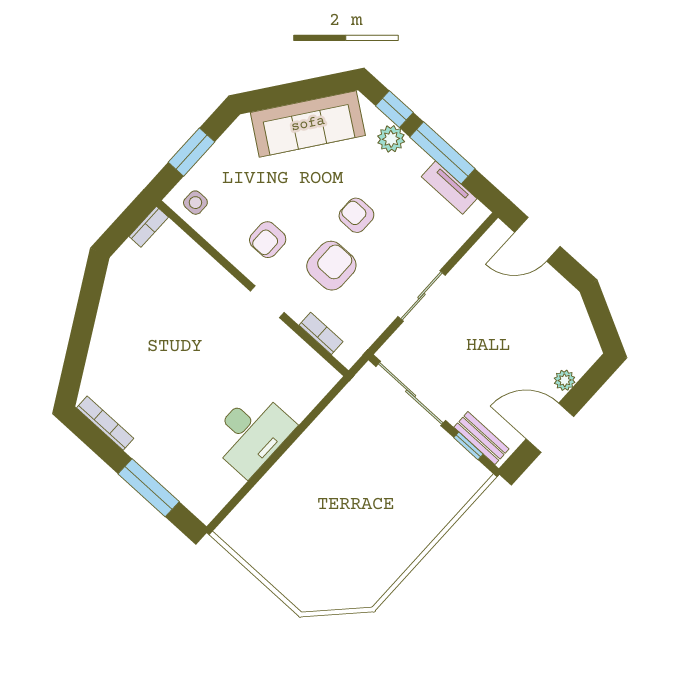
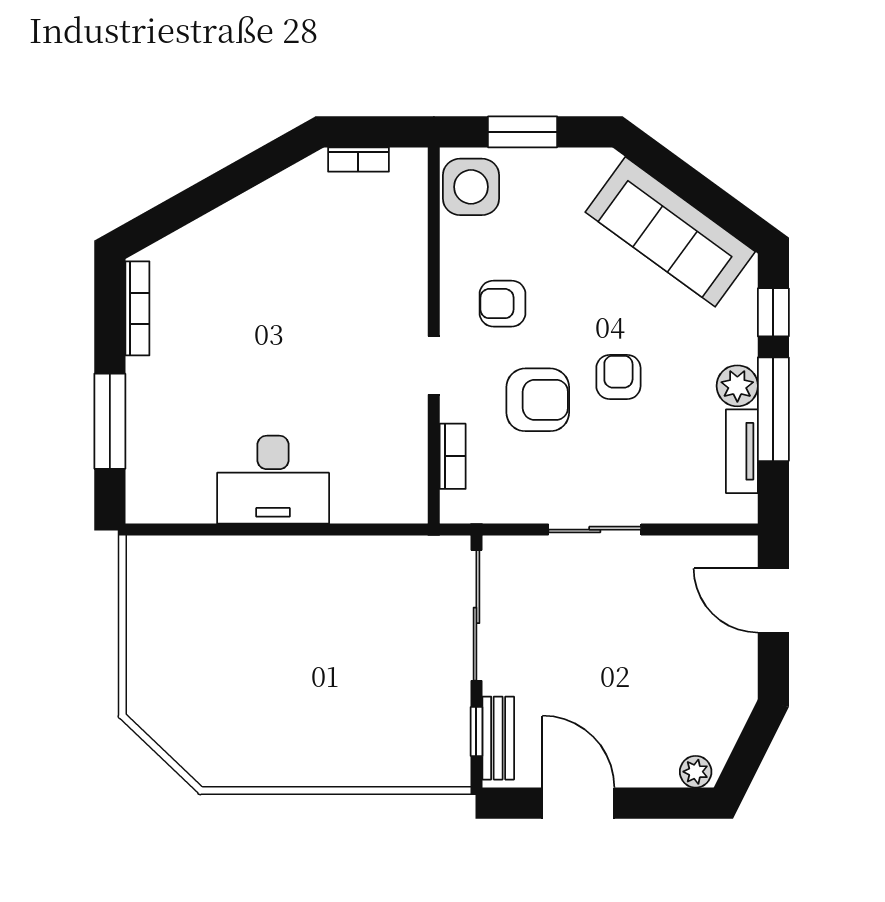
plant: (391, 139) -> (737, 386), moved
side table: (195, 203) -> (471, 187), width x1.87, depth x1.87
bookcase: (149, 227) -> (358, 160), moved
plant: (565, 380) -> (696, 772), moved

